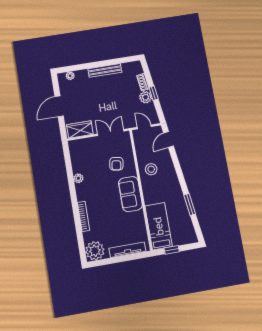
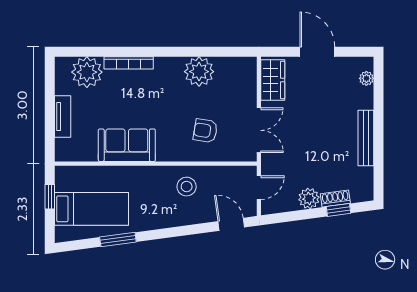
window: (154, 93) -> (338, 210), moved
plant: (78, 178) -> (199, 72), width x1.88, depth x1.88
sofa: (130, 194) -> (127, 145), moved
bed: (159, 226) -> (91, 209), moved
tv unit: (127, 250) -> (63, 116), width x0.71
plant: (95, 251) -> (87, 72), moved

